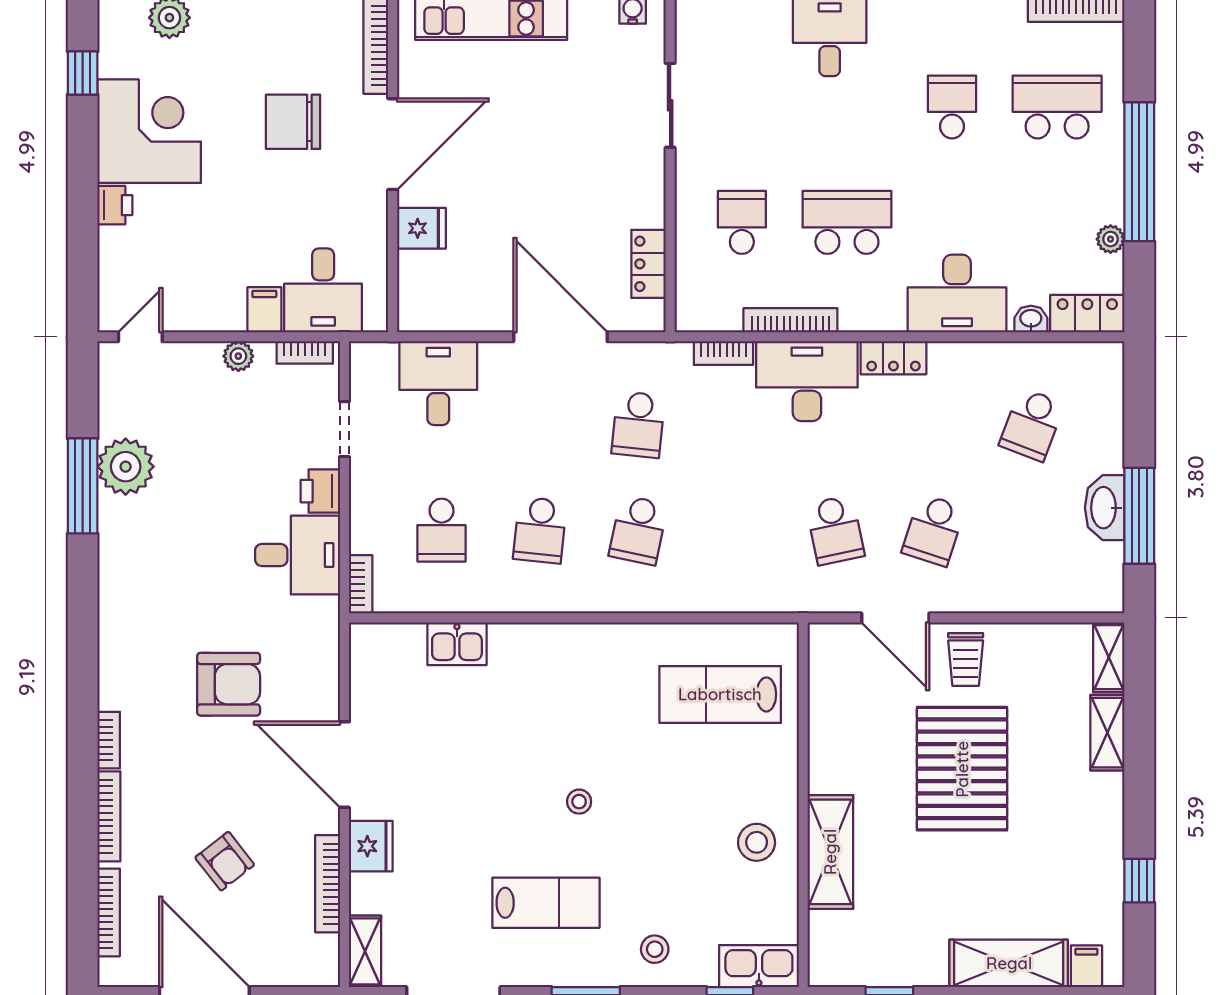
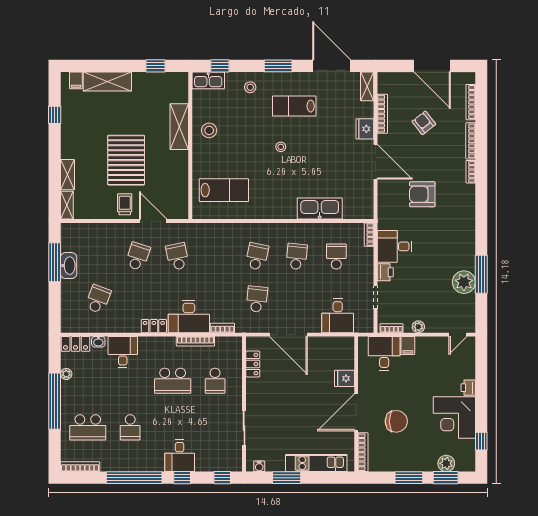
desk: (957, 294) -> (123, 352), width x0.73
kitchen sink: (457, 644) -> (320, 208), width x1.87, depth x1.24

